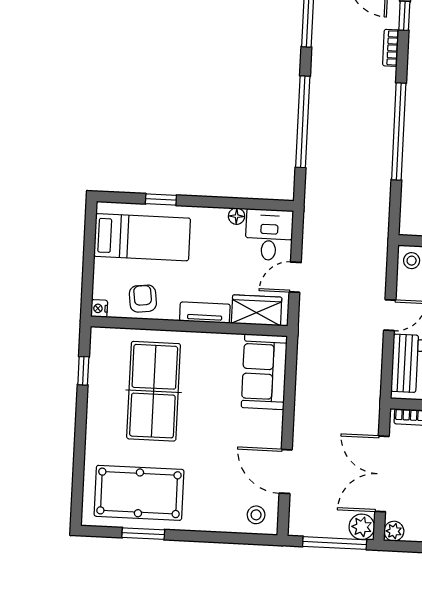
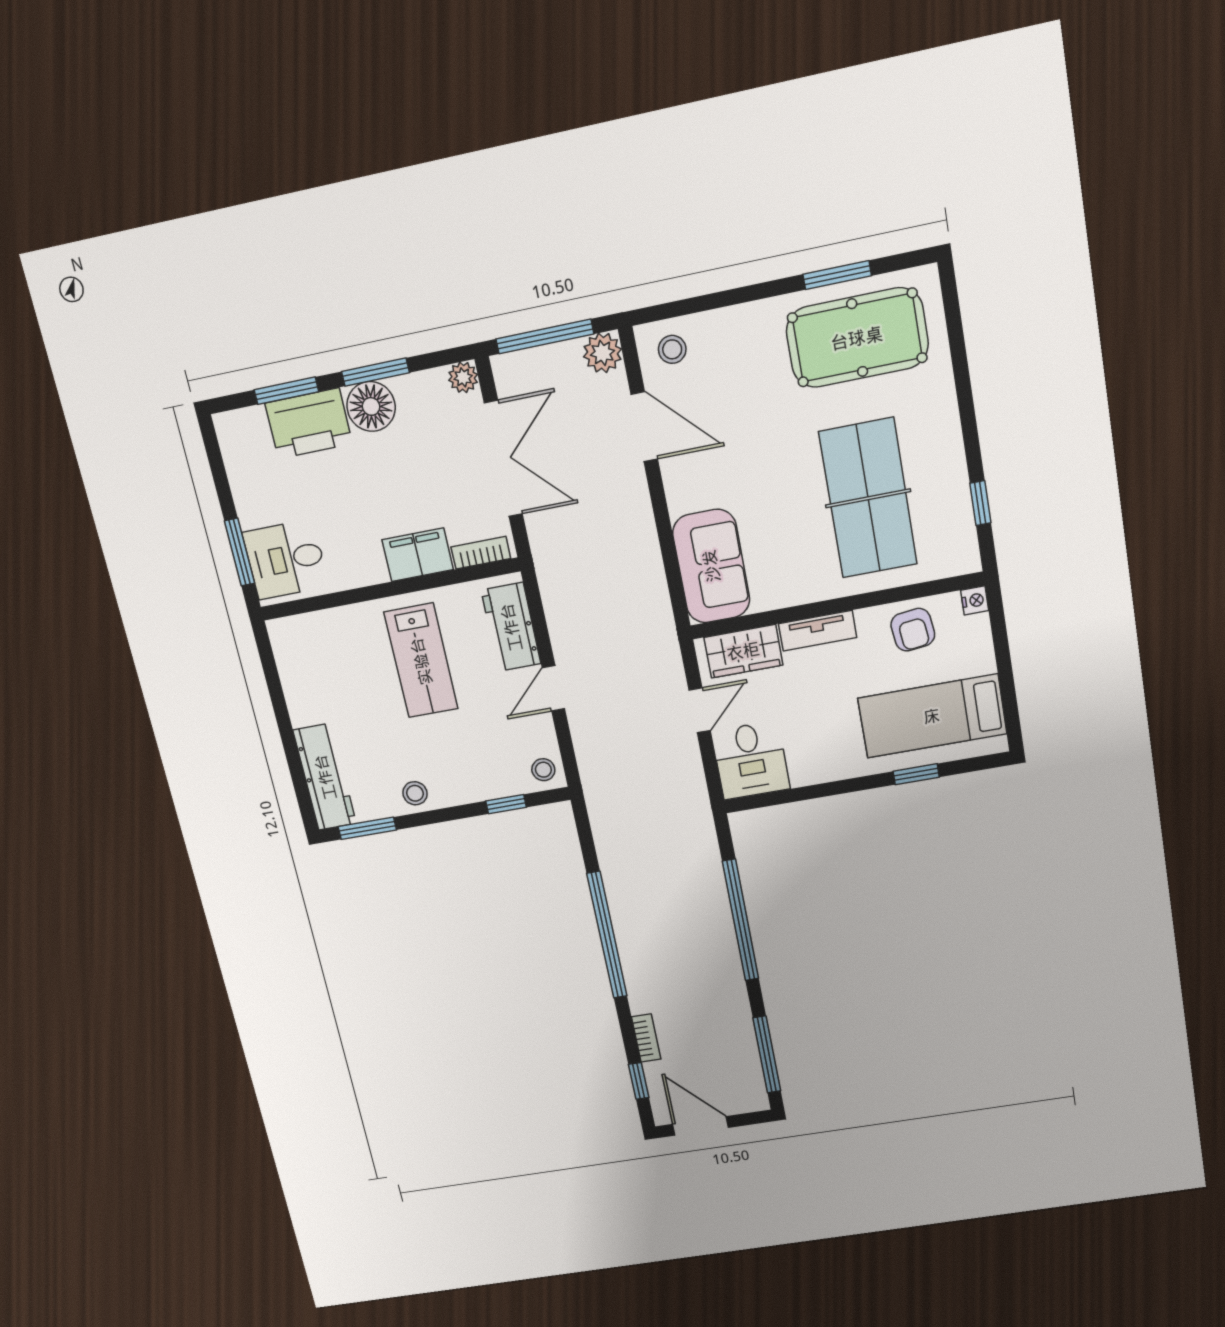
floor lamp: (237, 216) -> (803, 775), removed
plant: (362, 527) -> (603, 353), moved

